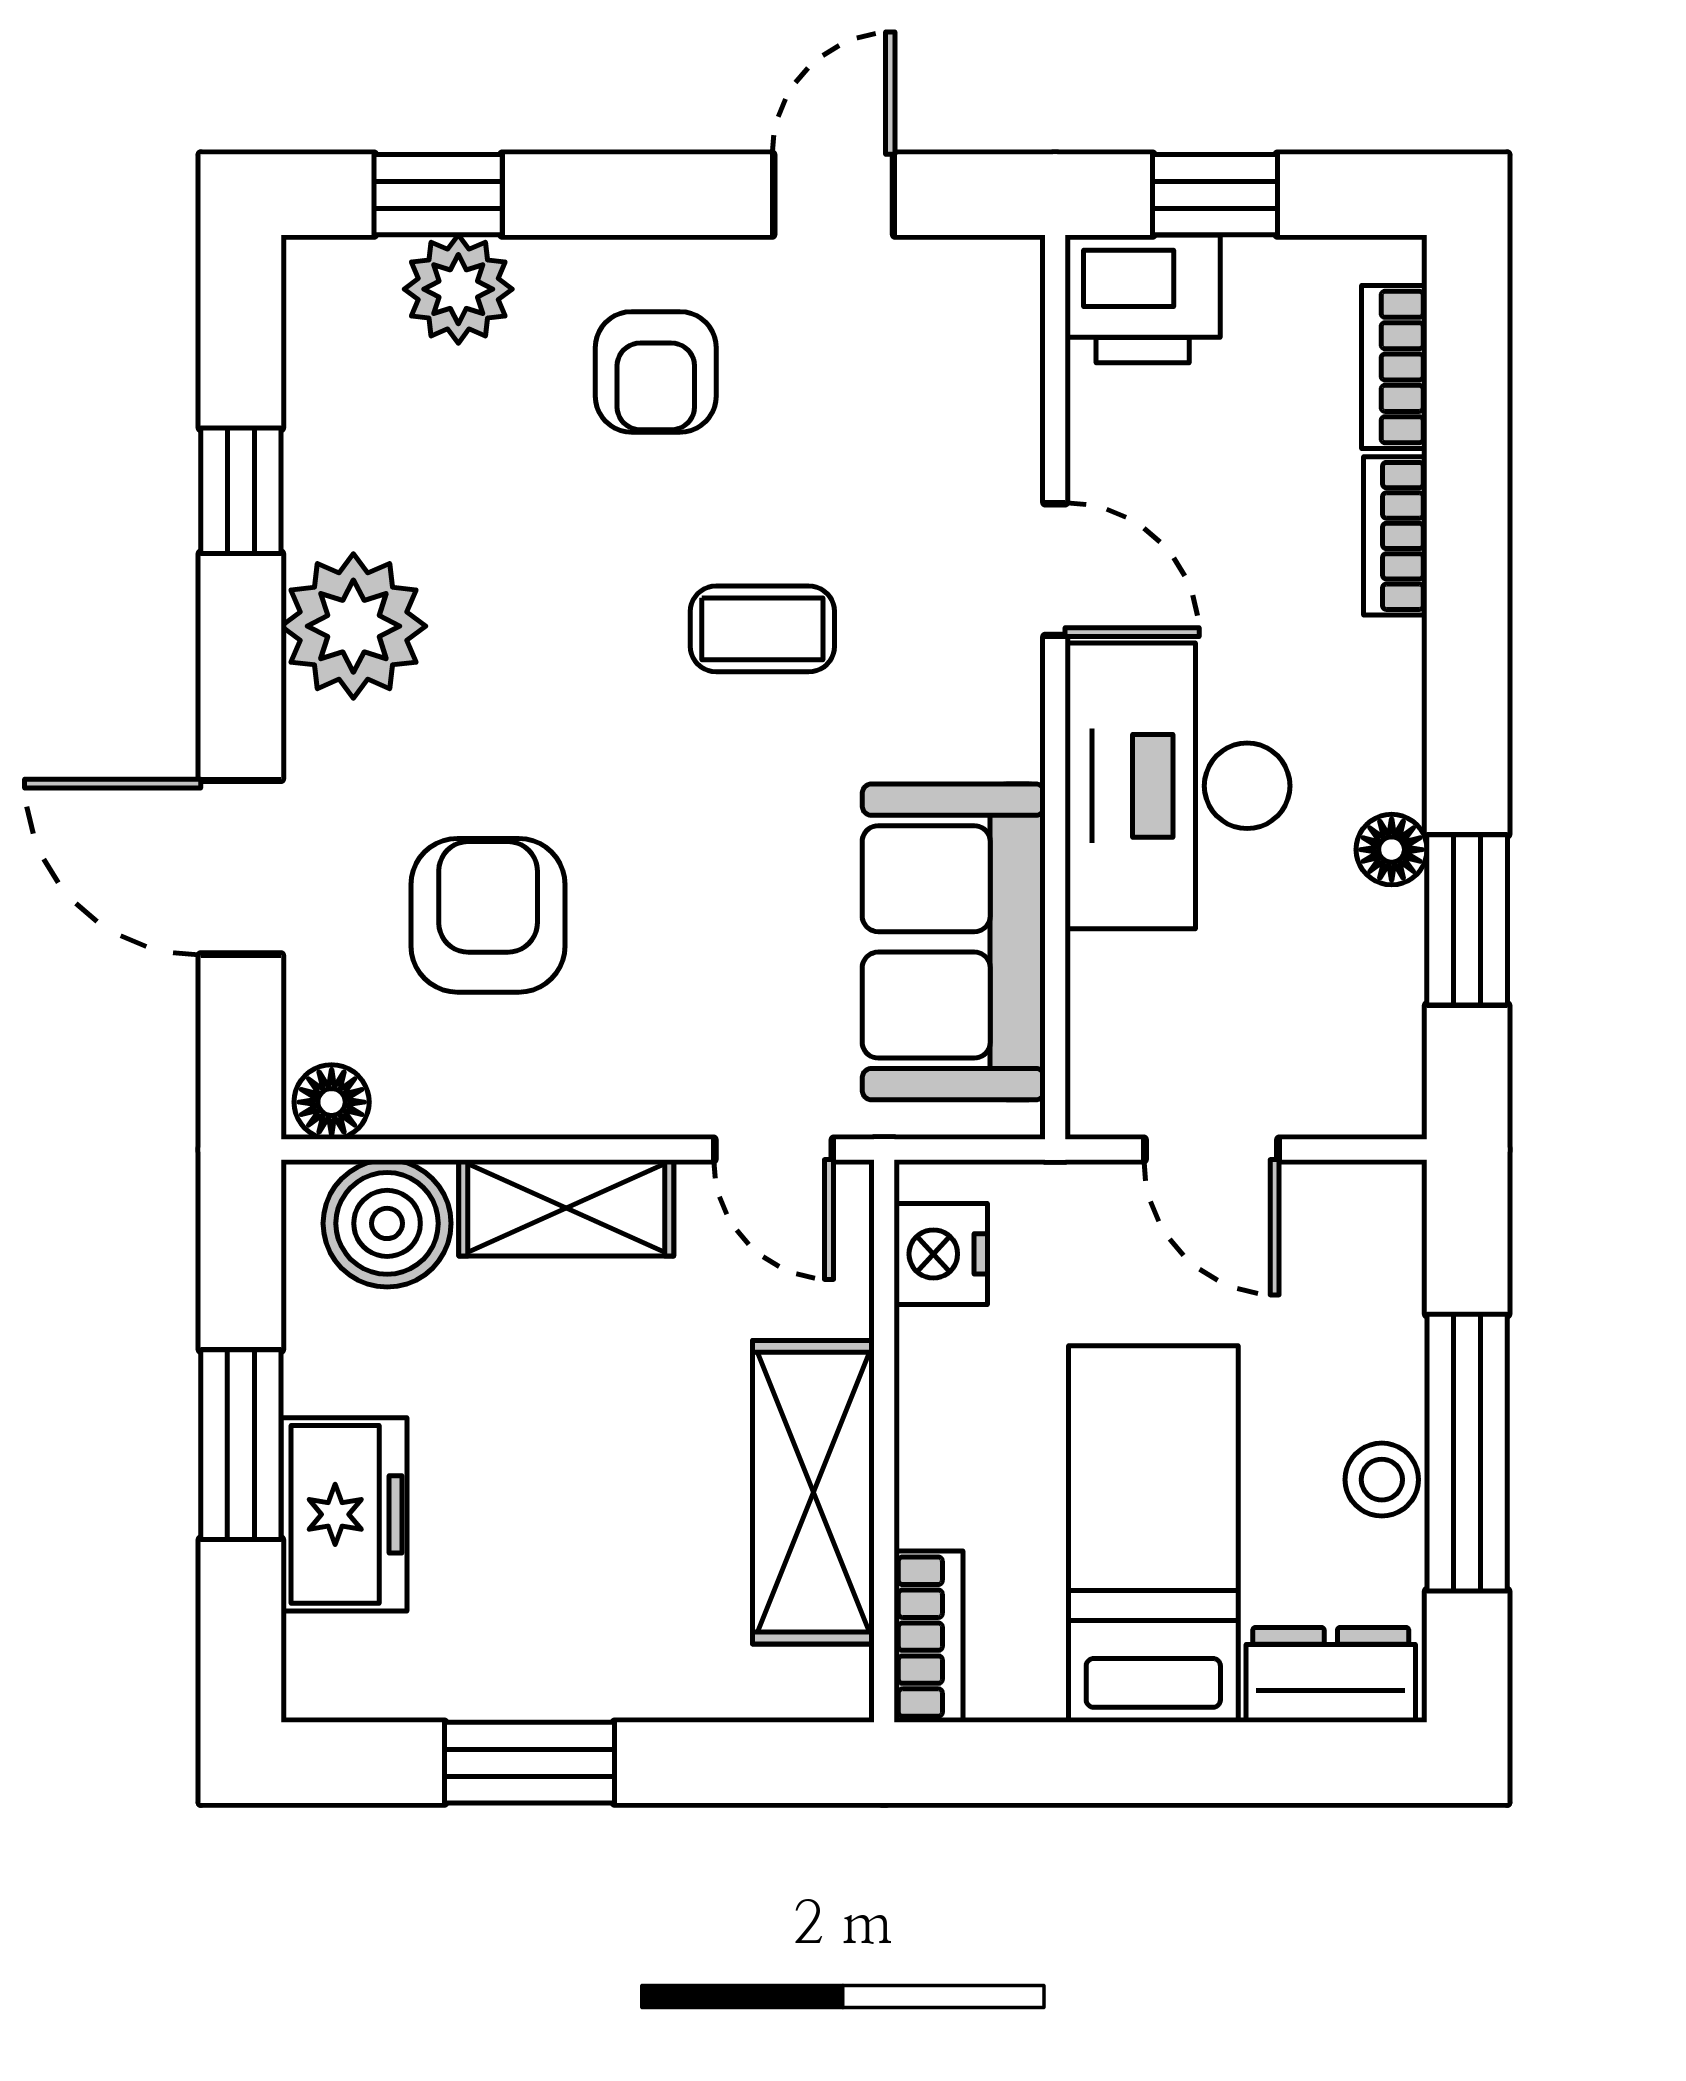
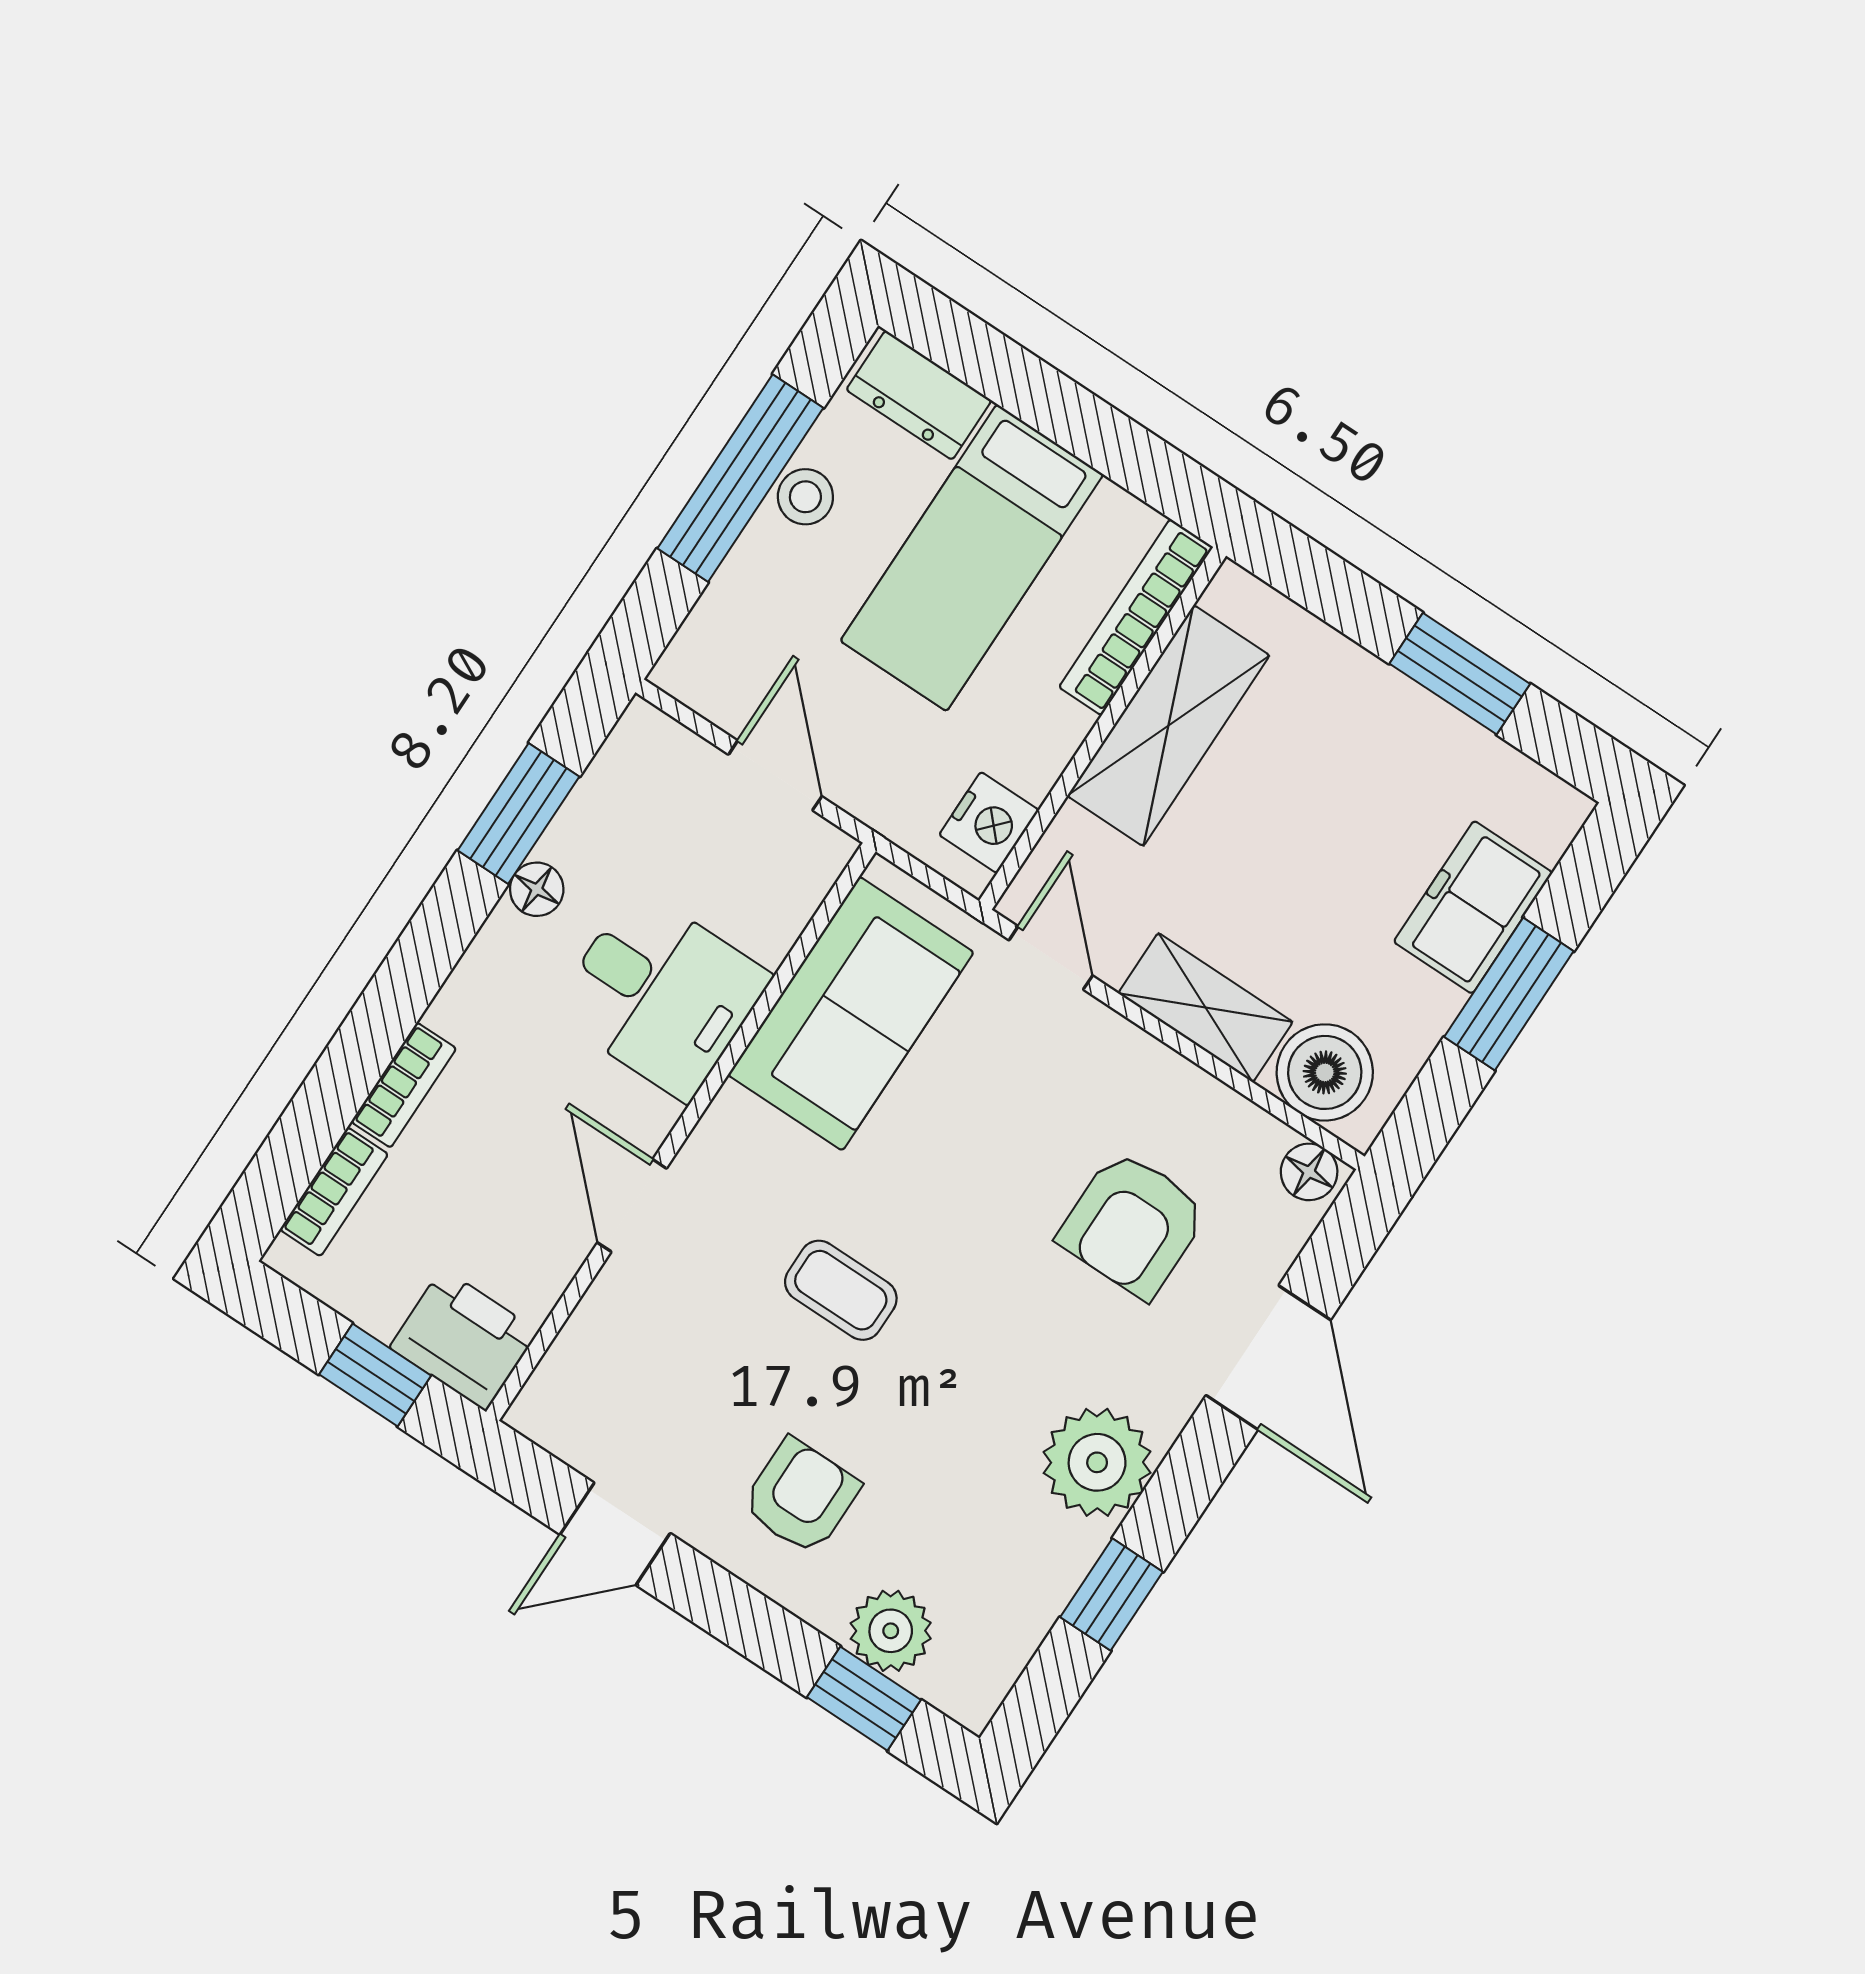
desk: (1177, 786) -> (661, 994), width x0.73
bookcase: (929, 1637) -> (1136, 617), width x1.56

